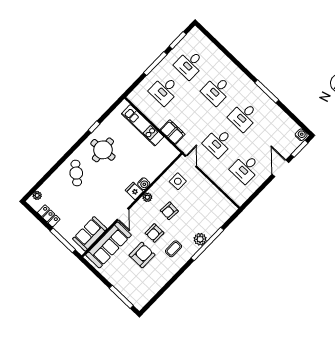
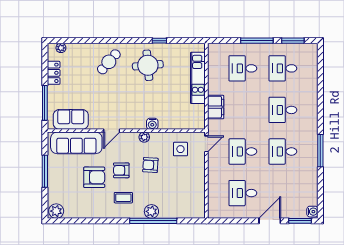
fridge: (134, 191) -> (139, 122), removed
window: (121, 297) -> (45, 171), moved
plant: (140, 301) -> (56, 211), added

